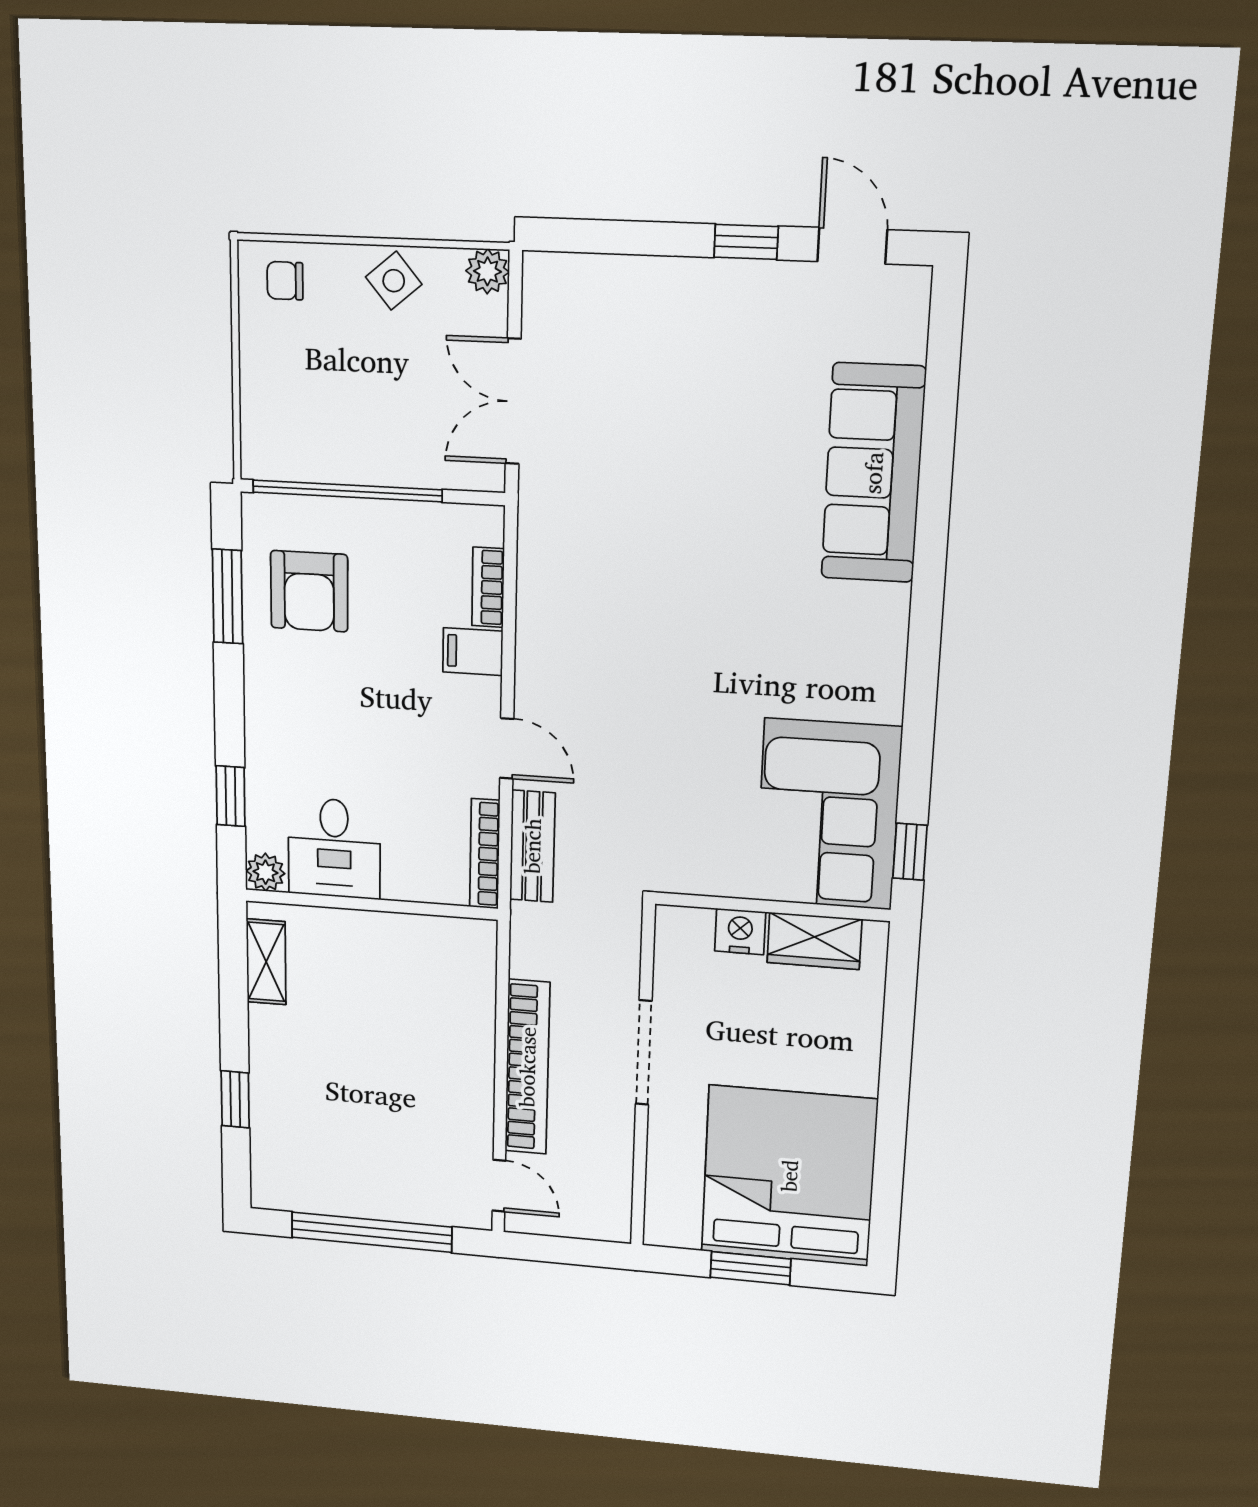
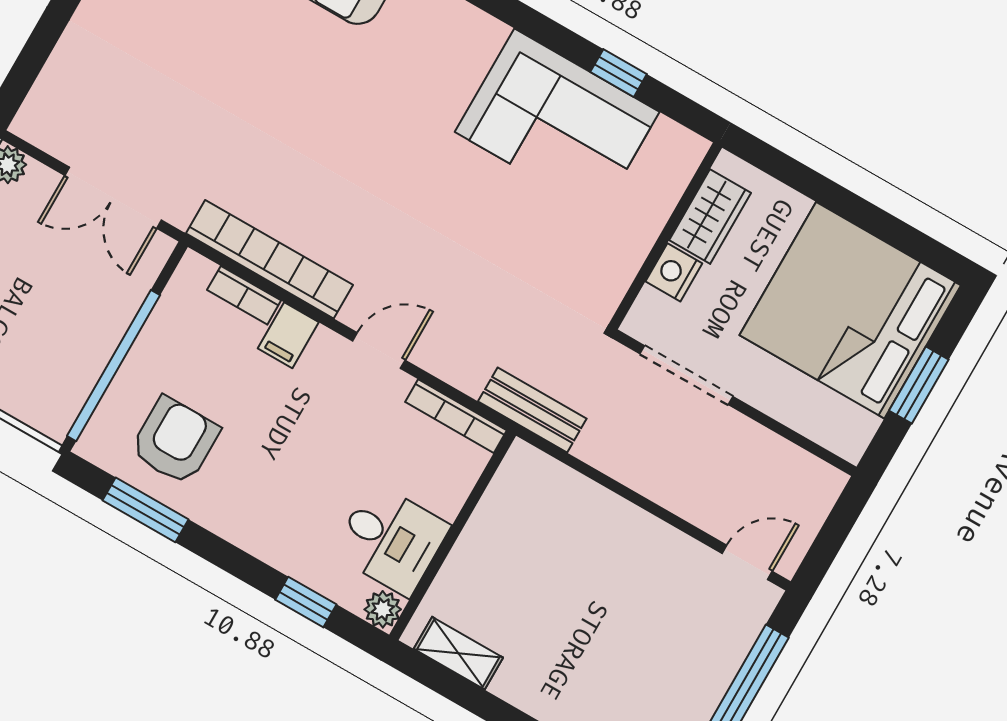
armchair: (309, 591) -> (175, 441), turned -90
bench: (532, 846) -> (532, 410), moved
wall: (772, 907) -> (665, 236), moved
nightstand: (740, 932) -> (674, 272), moved
wardrobe: (814, 941) -> (710, 217), moved
bookcase: (527, 1067) -> (269, 259), moved

